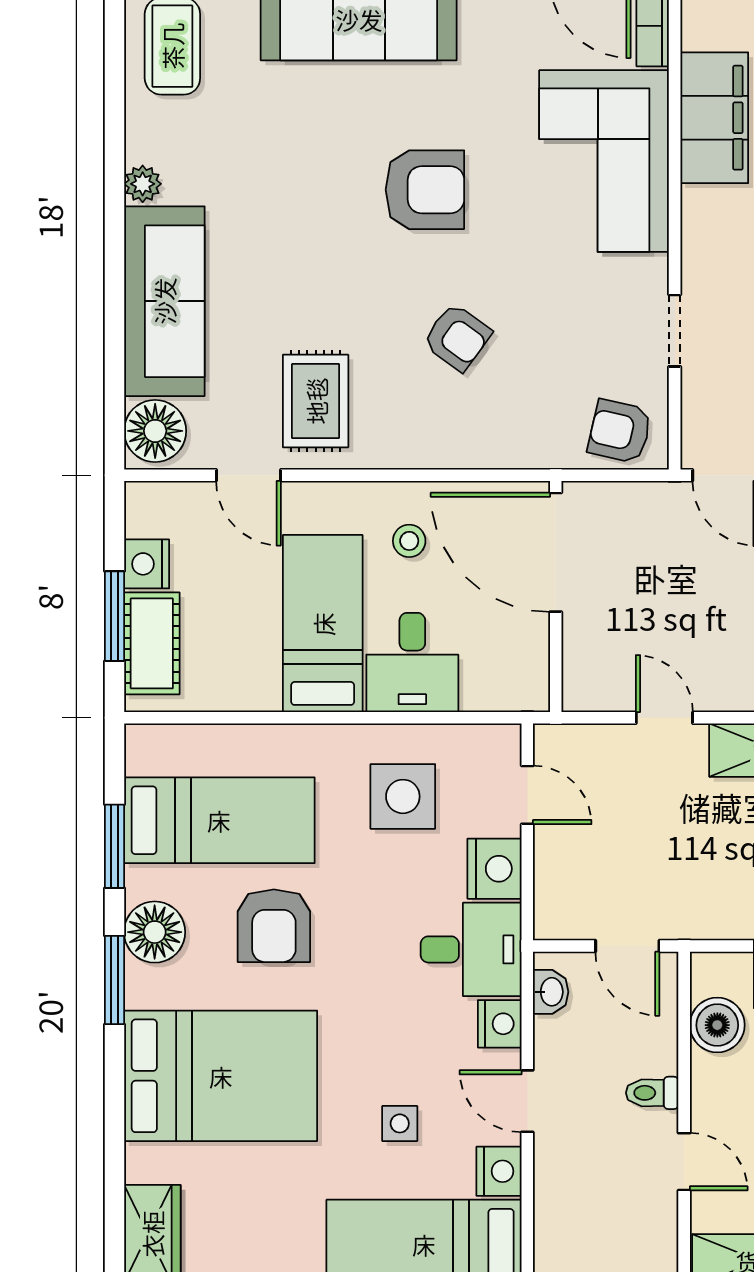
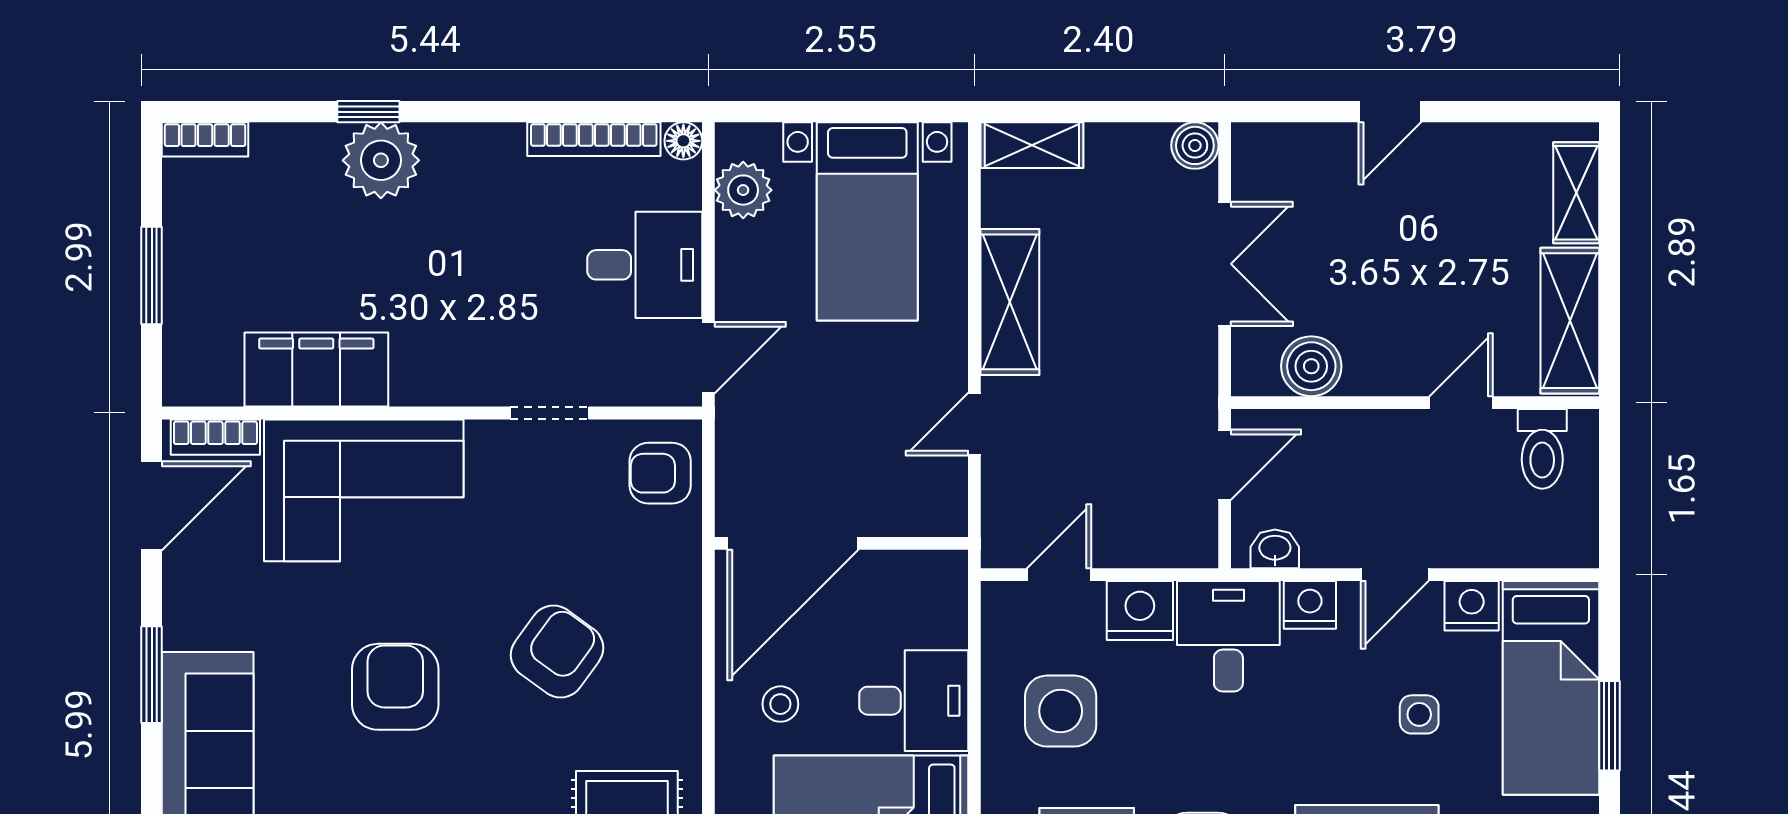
armchair: (457, 337) -> (557, 651), width x1.38, depth x1.38
armchair: (620, 431) -> (660, 473), turned 77
toilet: (652, 1093) -> (1542, 449), moved, width x1.37, depth x1.39

